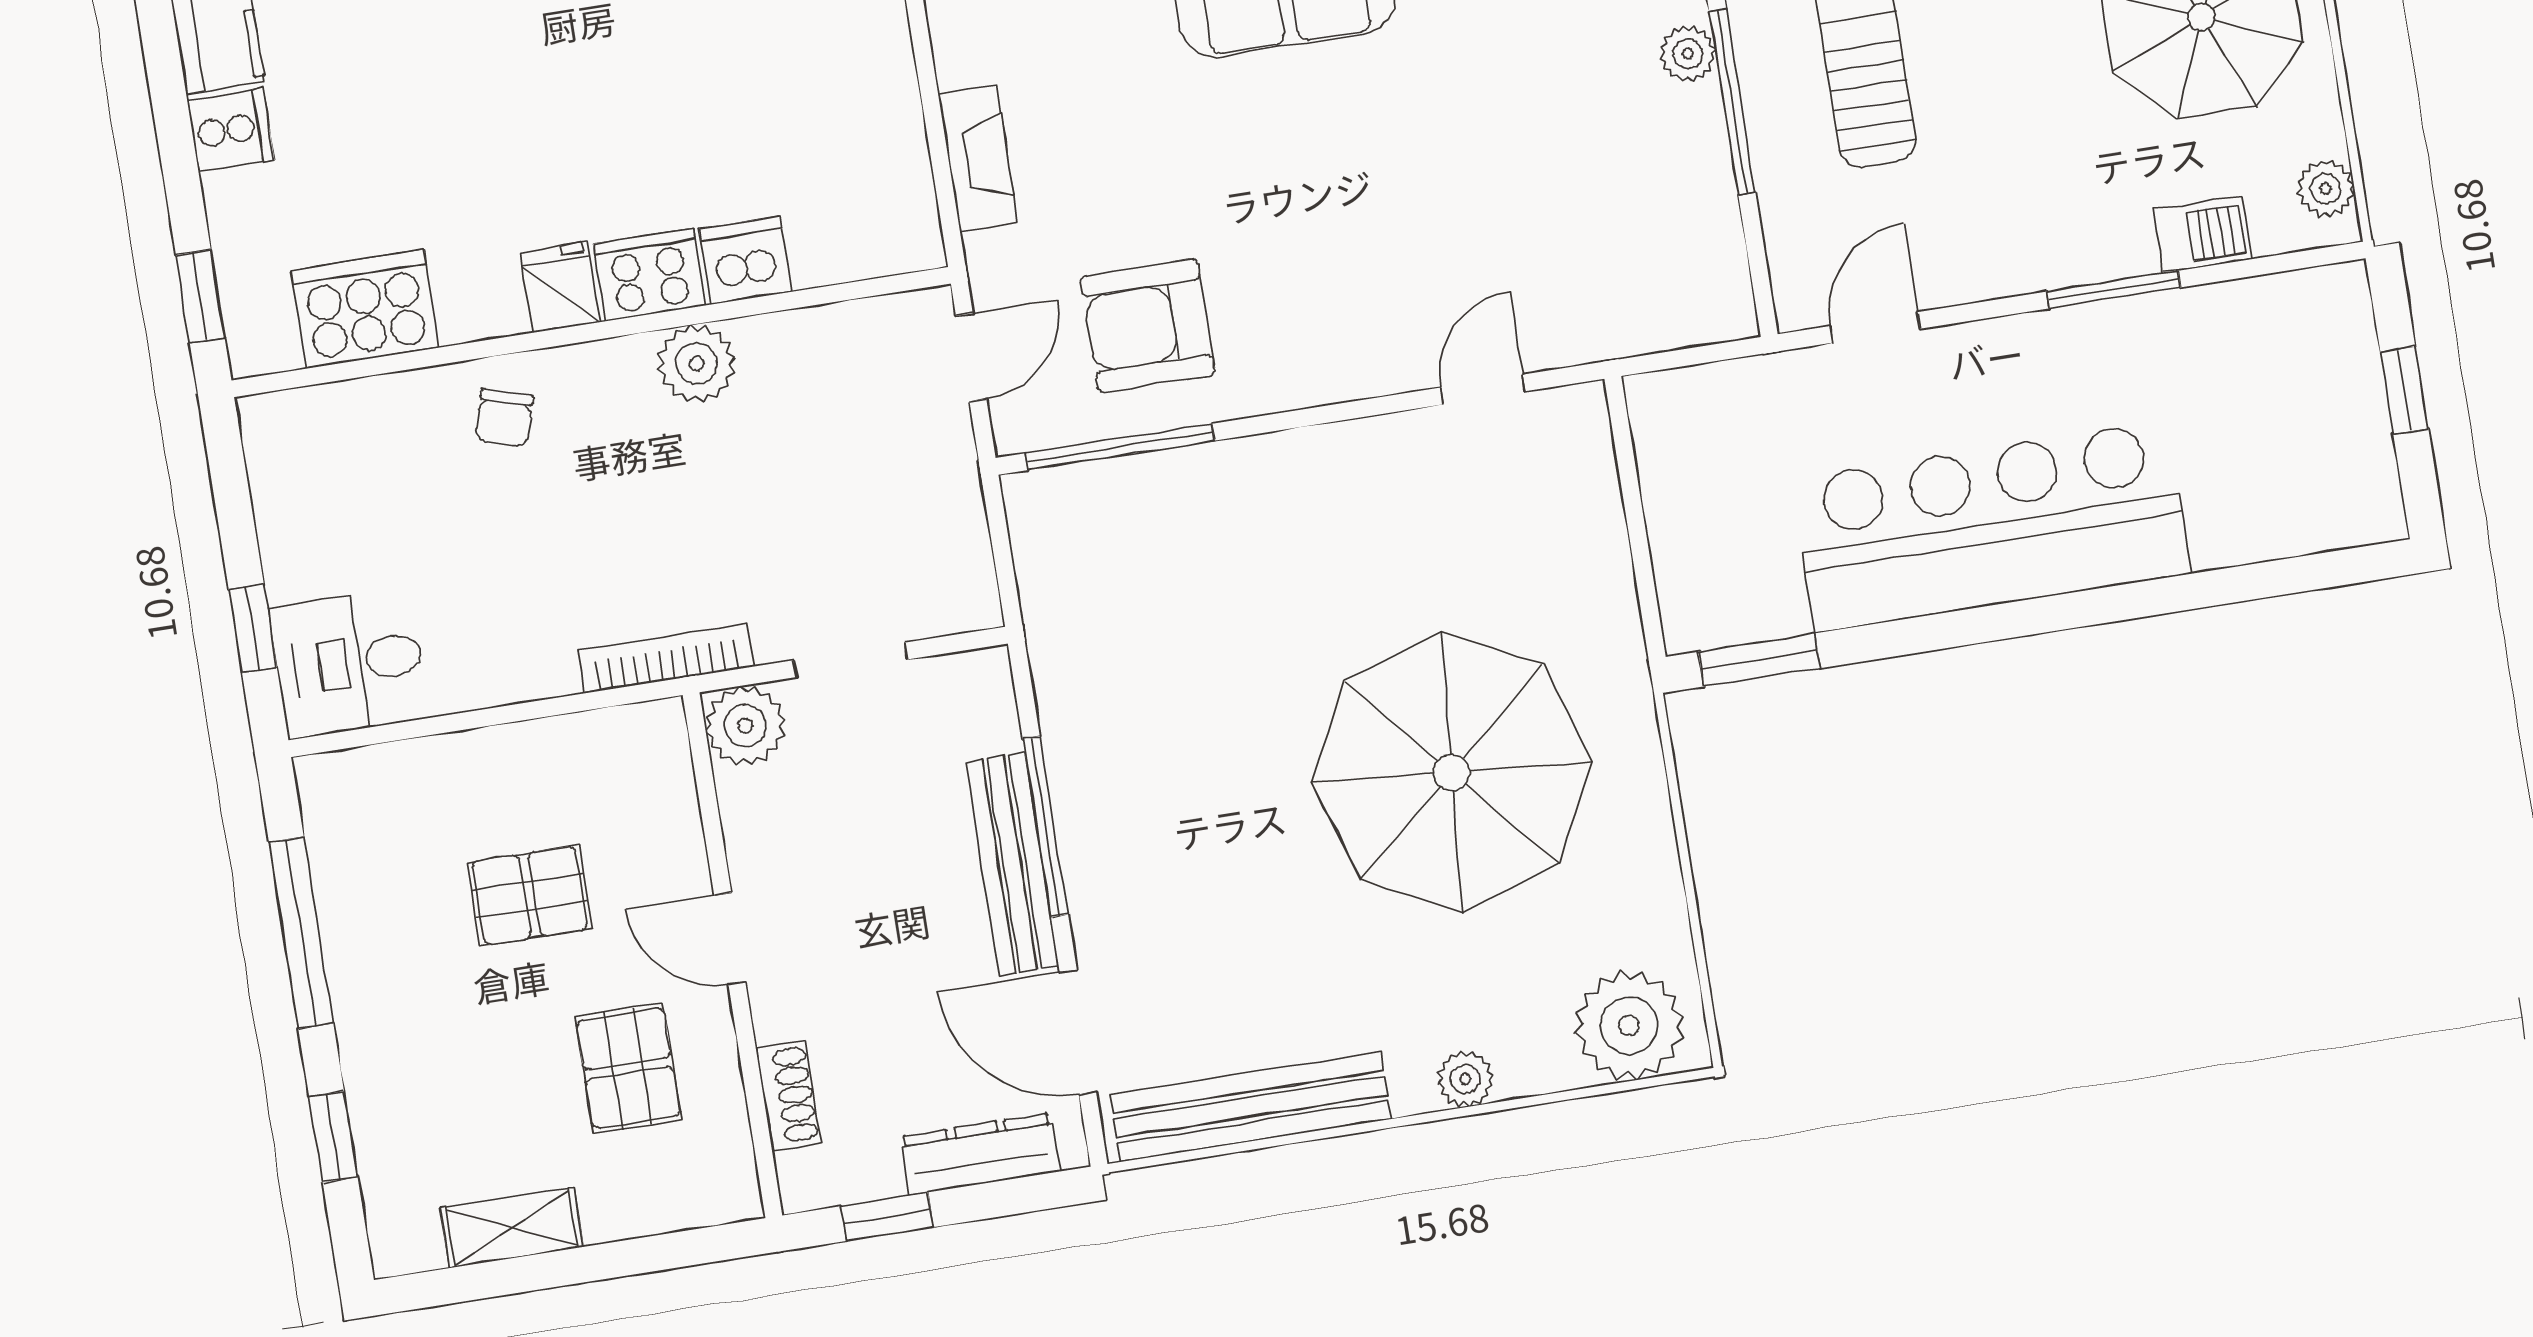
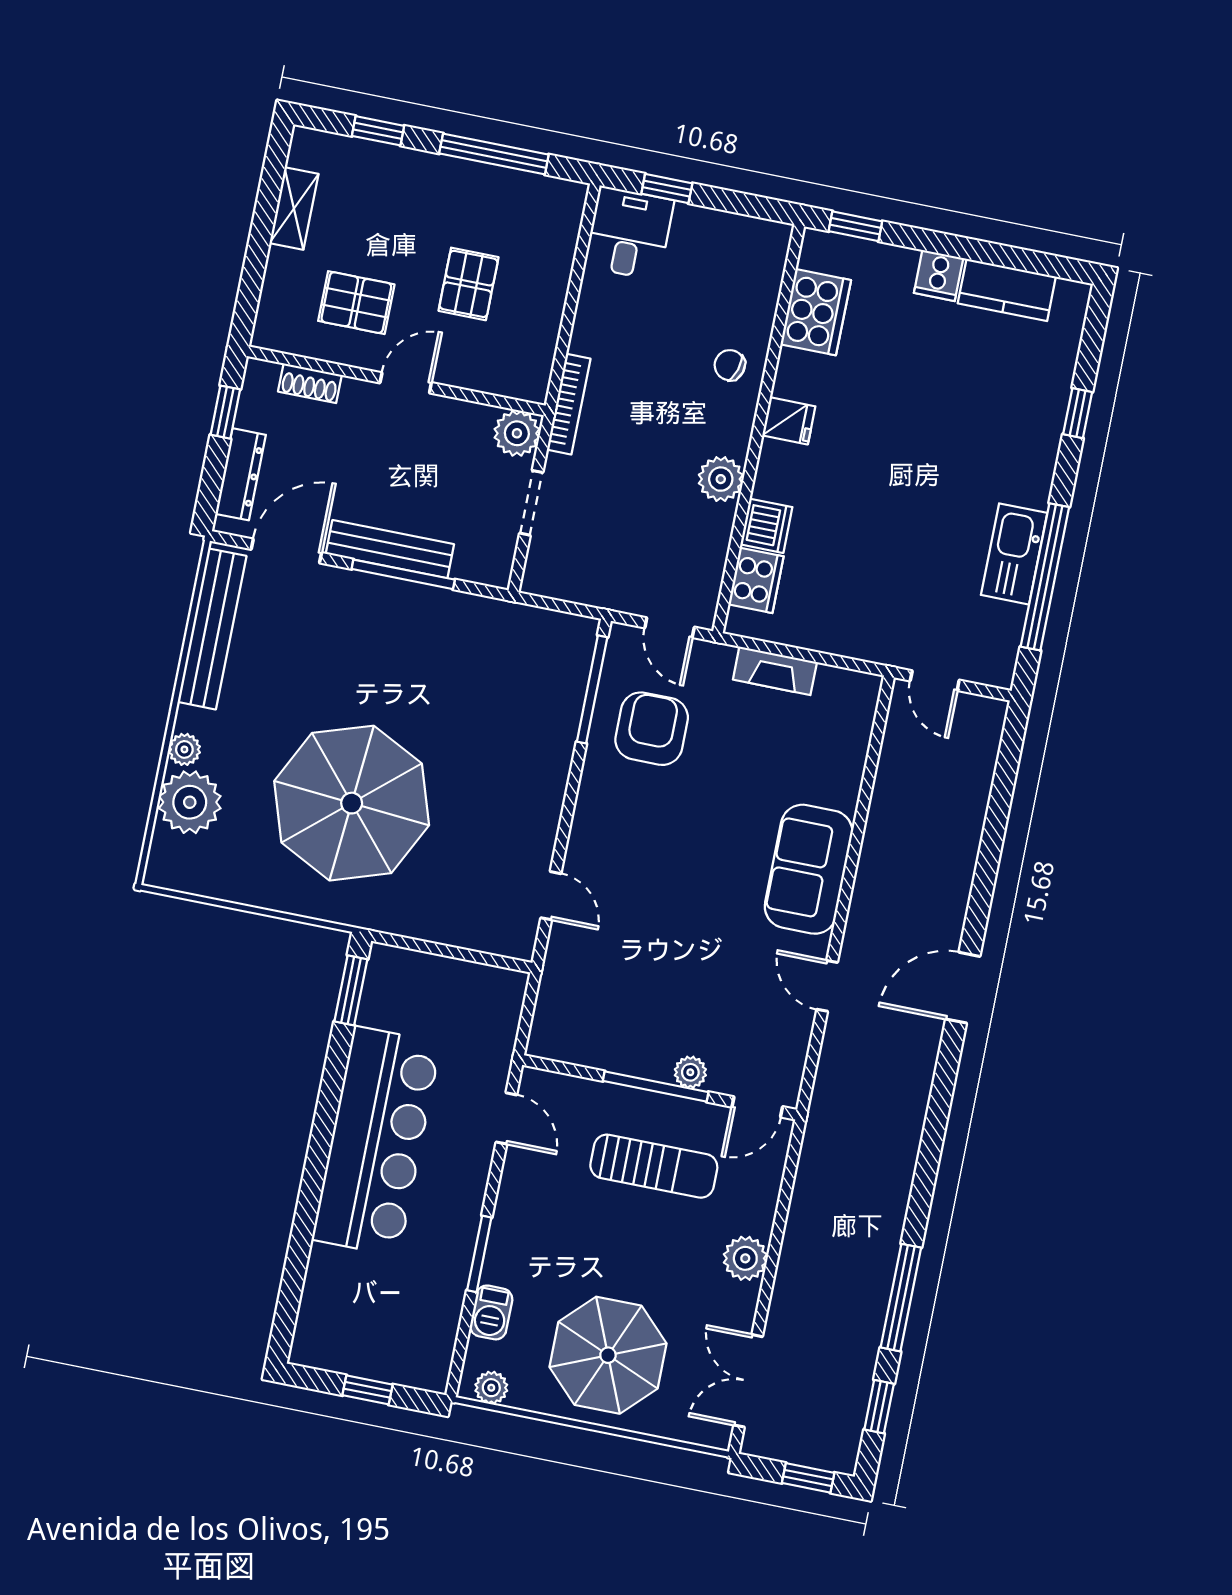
cooker: (649, 275) -> (756, 580), moved
plant: (1629, 1026) -> (190, 802), moved

